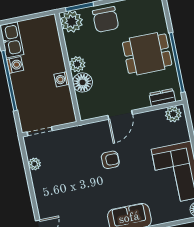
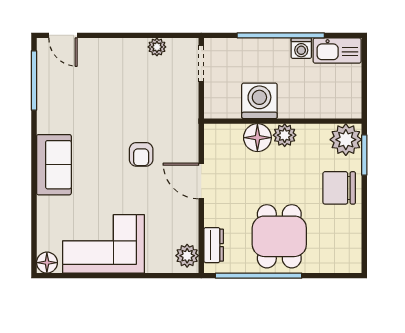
washing machine: (62, 79) -> (259, 101), width x1.89, depth x1.89

